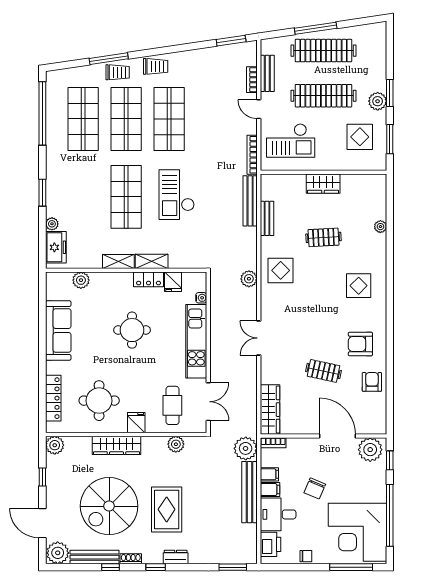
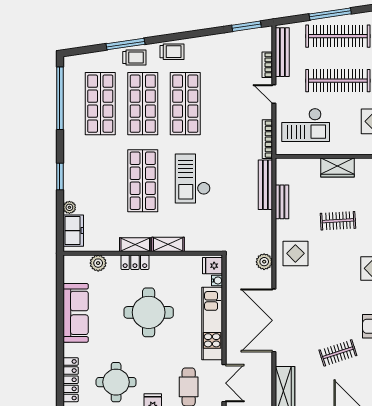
bench: (267, 73) -> (282, 52), width x1.36
locker: (149, 279) -> (135, 262), moved
fridge: (173, 282) -> (213, 266), moved, turned 90
round table: (132, 330) -> (149, 312), width x1.36, depth x1.36
double door: (259, 338) -> (274, 320), width x1.87
clothes rail: (323, 371) -> (338, 353), turned -30

